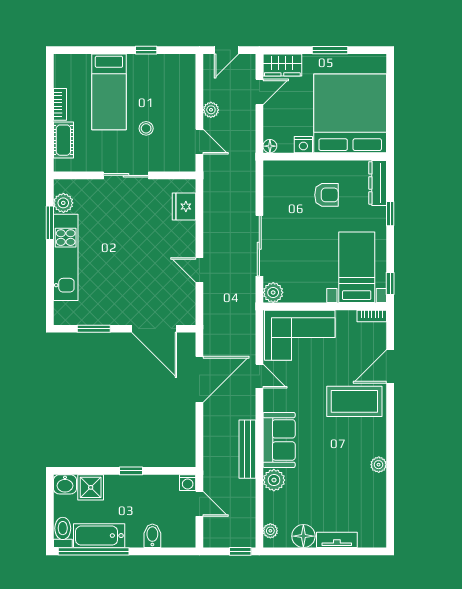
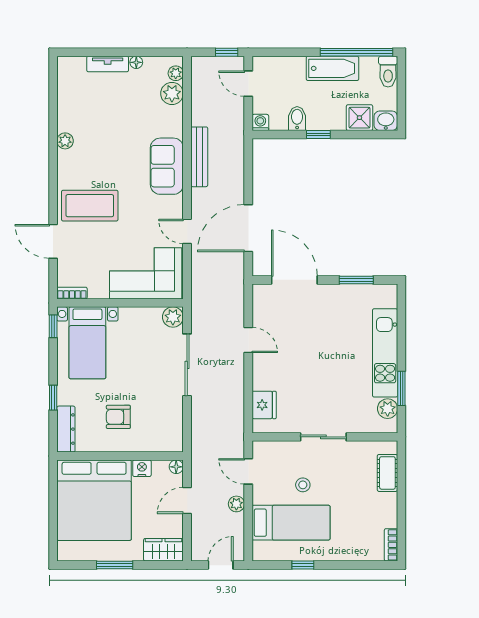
bed: (109, 92) -> (291, 523), moved, turned 90
door: (259, 92) -> (187, 500), moved
bookcase: (60, 104) -> (391, 545), moved
door: (390, 366) -> (53, 241), swing flipped
plant: (274, 480) -> (172, 93), moved
door: (199, 504) -> (248, 84), moved
bathtub: (99, 536) -> (332, 68), moved
bidet: (152, 536) -> (297, 118), moved, turned 180
floor lamp: (303, 536) -> (136, 62), width x0.53, depth x0.53
window: (240, 551) -> (227, 52), moved

